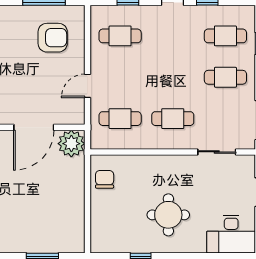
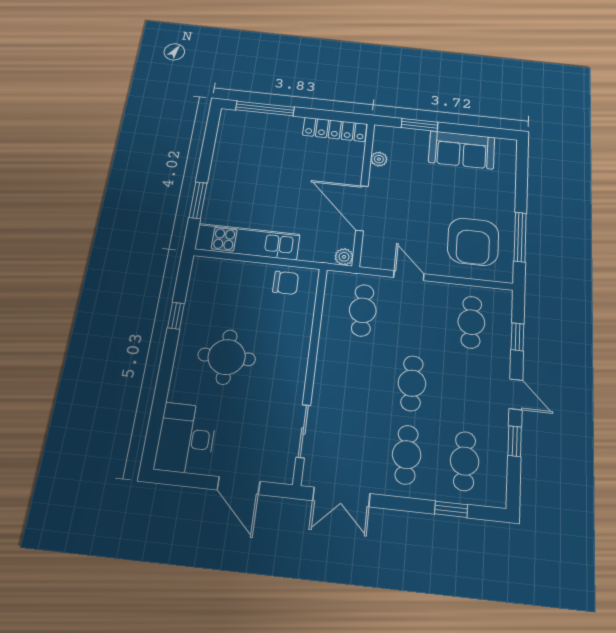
armchair: (53, 38) -> (473, 242), width x1.36, depth x1.36
cafe table: (173, 119) -> (412, 383), moved
plant: (71, 144) -> (344, 257), width x0.53, depth x0.53
kitchen unit: (74, 213) -> (247, 242), added

